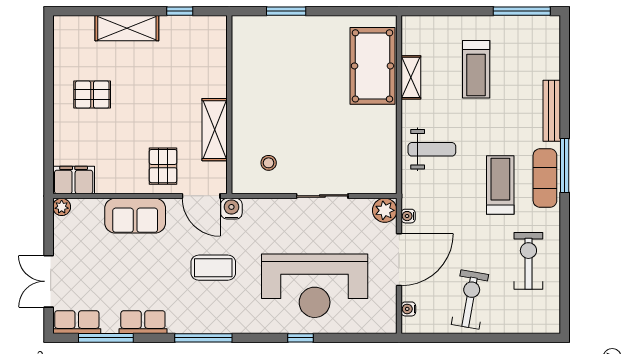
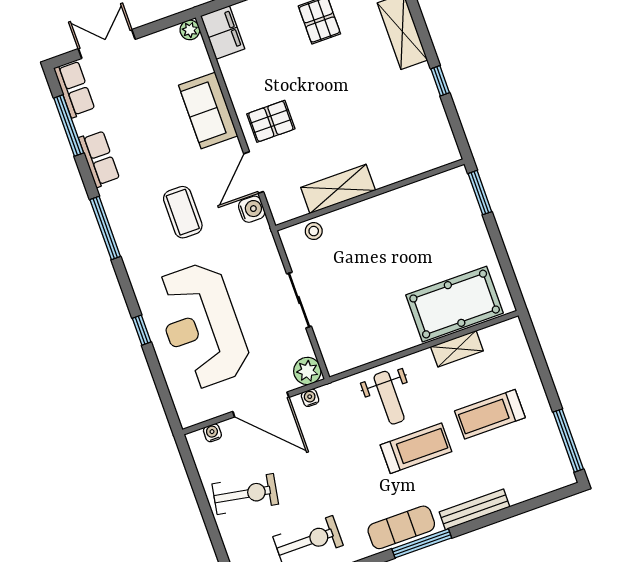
wall: (229, 105) -> (370, 195), moved
shelving: (215, 130) -> (338, 189), moved
treadmill: (500, 185) -> (416, 448), moved

